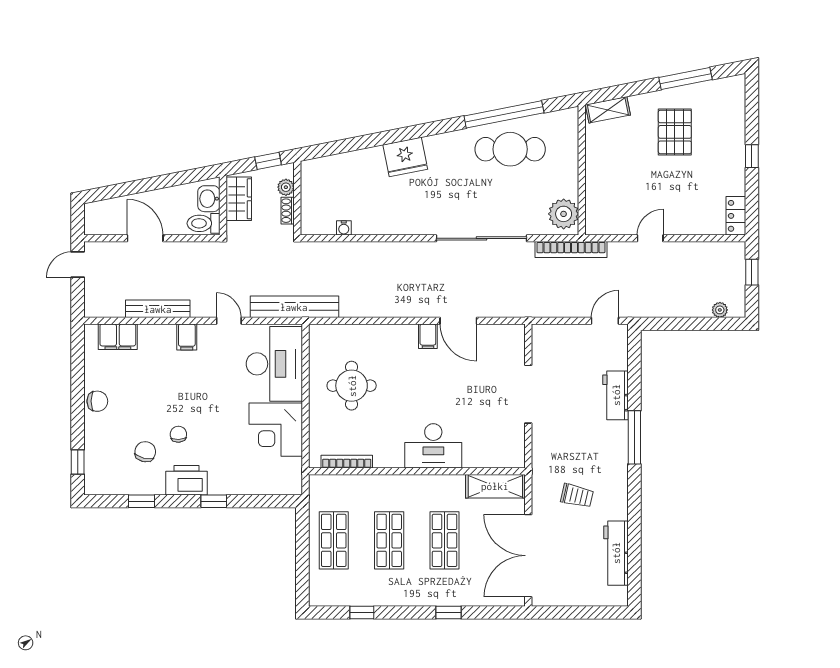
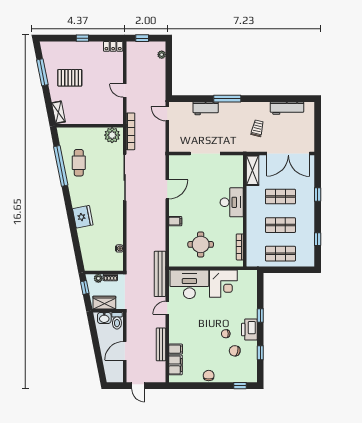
cafe table: (510, 149) -> (79, 163), width x0.73, depth x0.74
filing cabinet: (428, 336) -> (175, 221), moved
filing cabinet: (187, 337) -> (176, 349), moved

